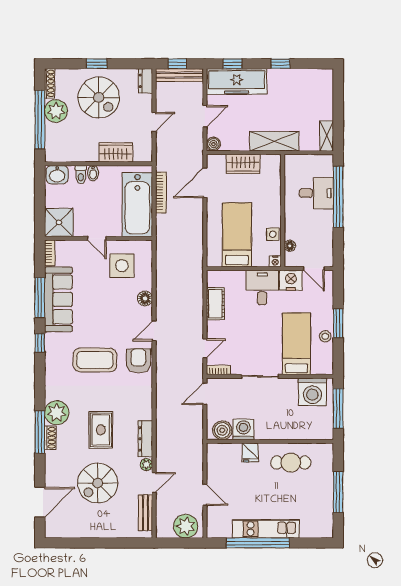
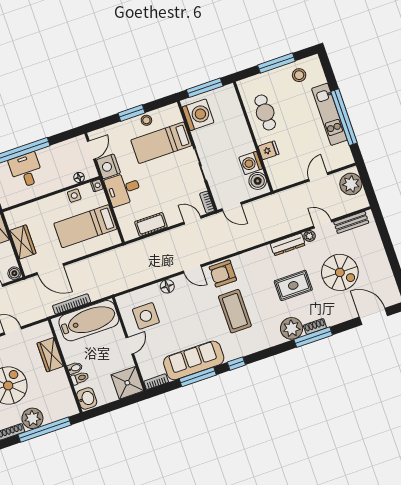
stool: (317, 511) -> (299, 75), added

